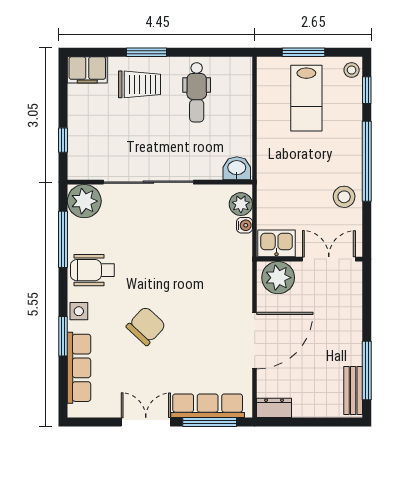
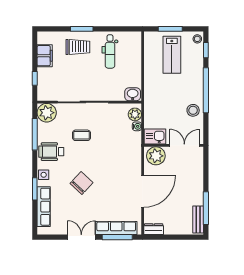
filing cabinet: (87, 70) -> (45, 56), moved, turned -90
coffee table: (146, 241) -> (81, 135), added

